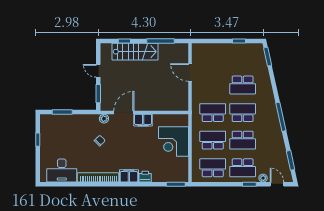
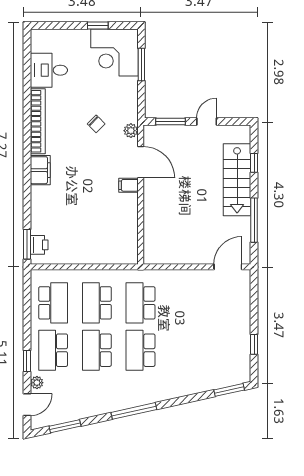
door: (190, 72) -> (228, 267), moved
school desk: (243, 85) -> (184, 350), removed
school desk: (213, 113) -> (141, 303), turned 180
school desk: (243, 113) -> (141, 350), turned 180
filing cabinet: (143, 120) -> (128, 185), width x0.50
school desk: (213, 140) -> (97, 303), turned 180
corner desk: (174, 142) -> (114, 53), moved, turned -90
desk: (62, 170) -> (49, 70), width x0.73
printer: (145, 177) -> (39, 245), moved

